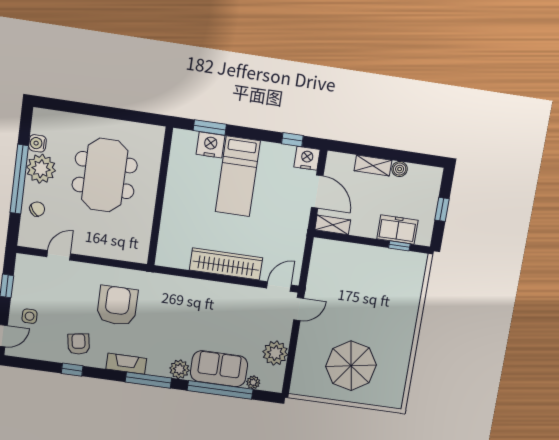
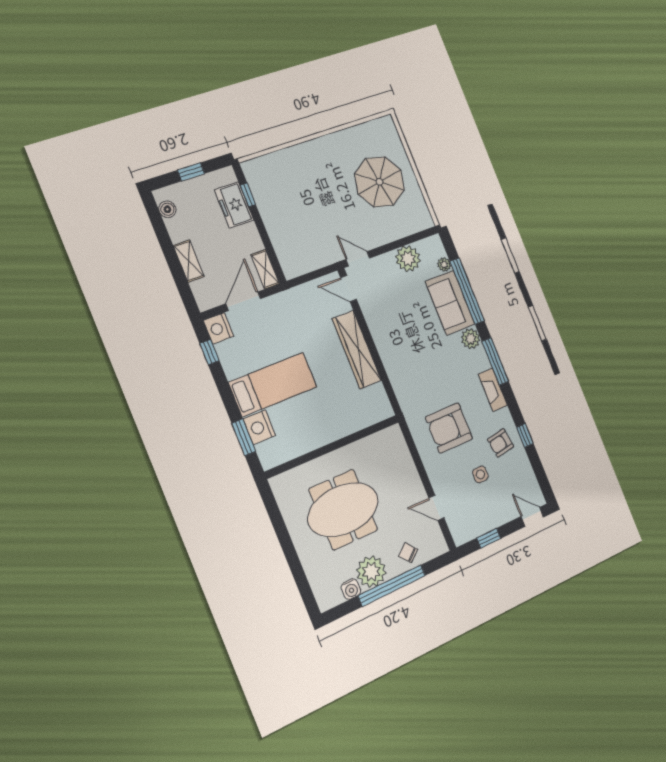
boiler: (400, 169) -> (167, 209), moved
side table: (30, 316) -> (480, 474), moved

